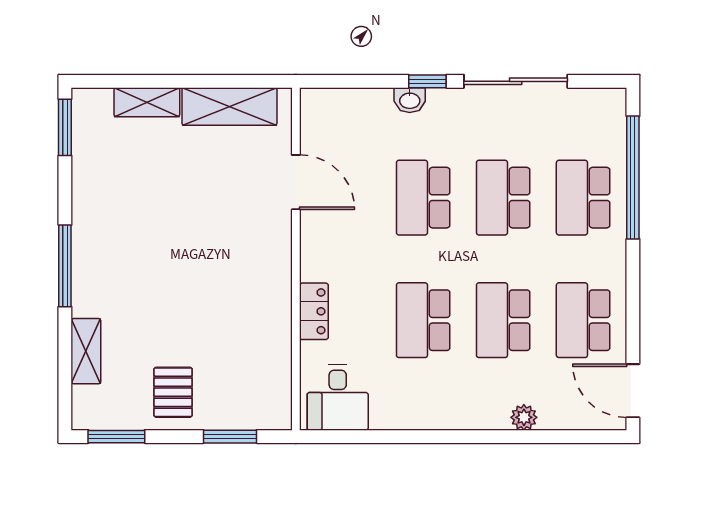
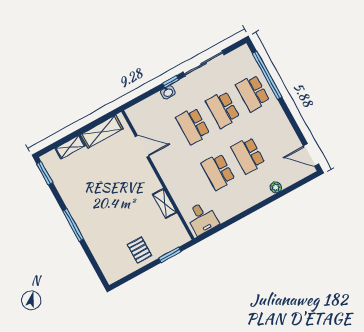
locker: (314, 311) -> (175, 191), removed
school desk: (583, 320) -> (278, 139), removed
shelving: (86, 351) -> (165, 204), moved
window: (116, 437) -> (127, 278), removed

